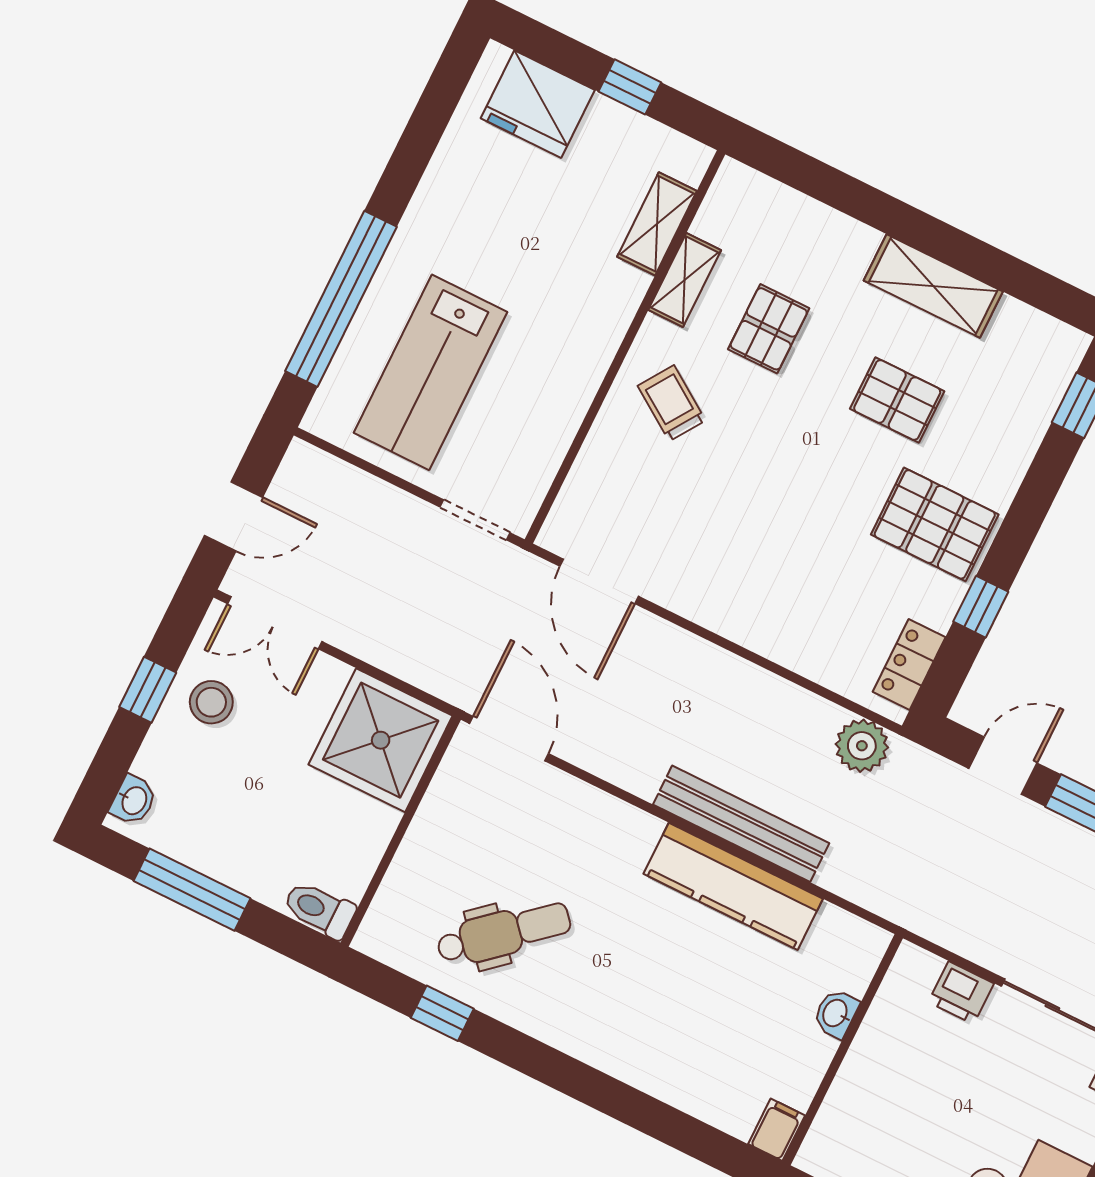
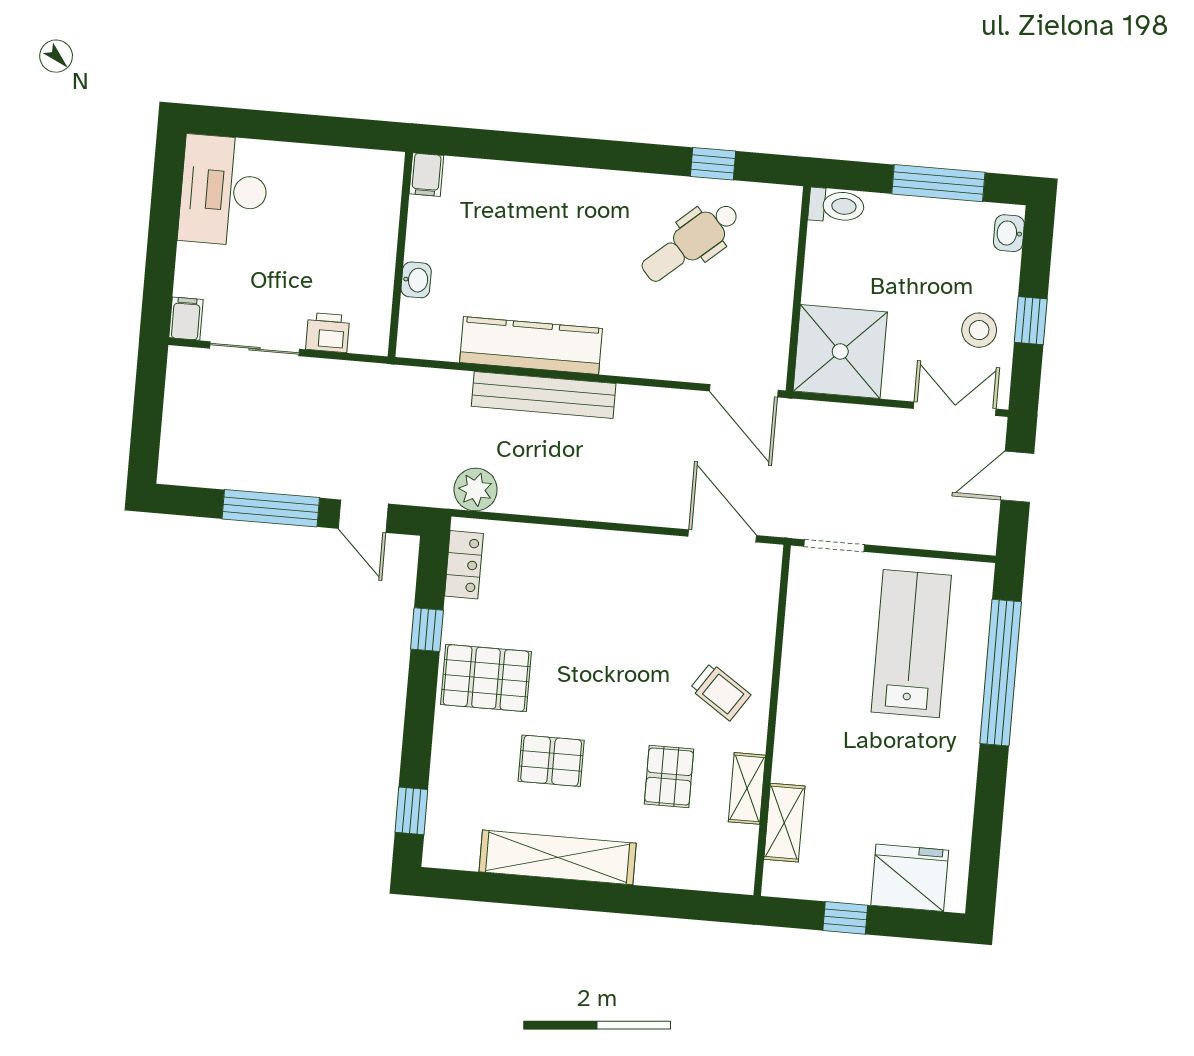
shelving: (933, 286) -> (558, 857), width x1.47
door: (1003, 766) -> (363, 516), hinge flipped

